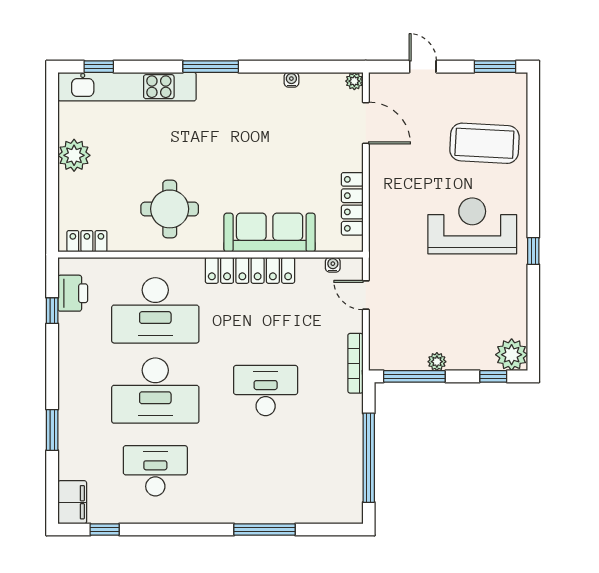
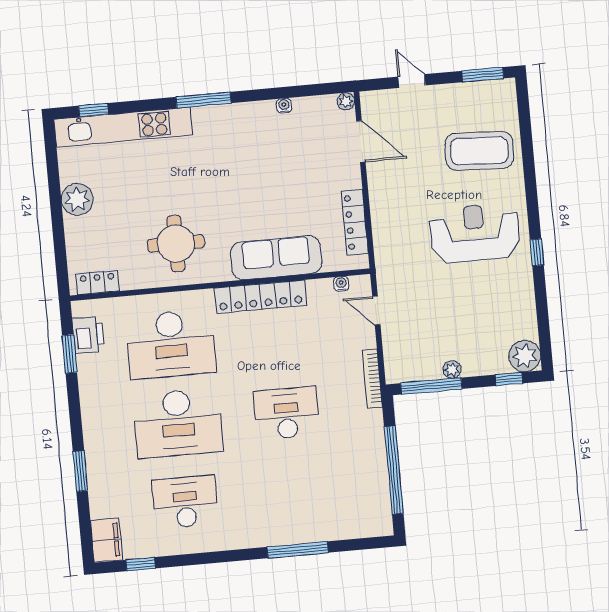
window: (52, 311) -> (70, 354), width x1.50

